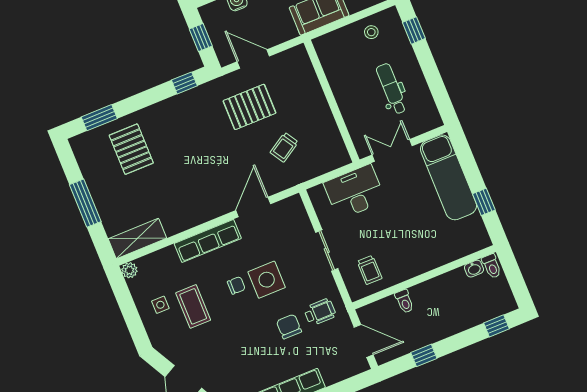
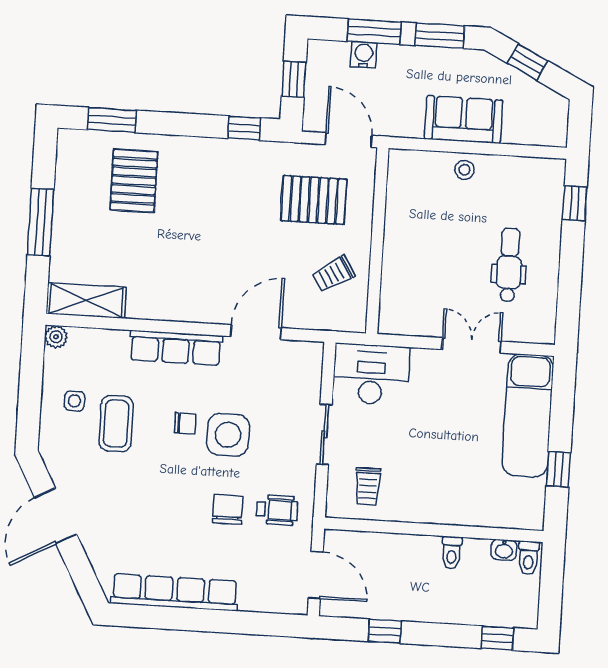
stool: (371, 32) -> (464, 170), moved
wall: (332, 101) -> (377, 241), moved
desk: (355, 192) -> (371, 374), moved
toilet: (404, 301) -> (452, 553), moved

